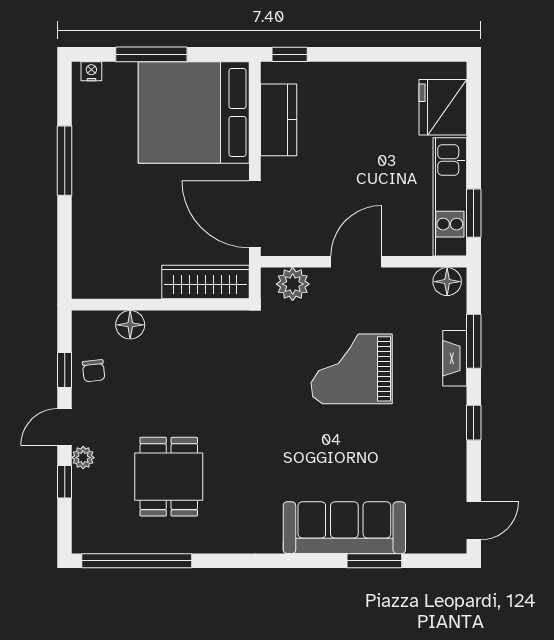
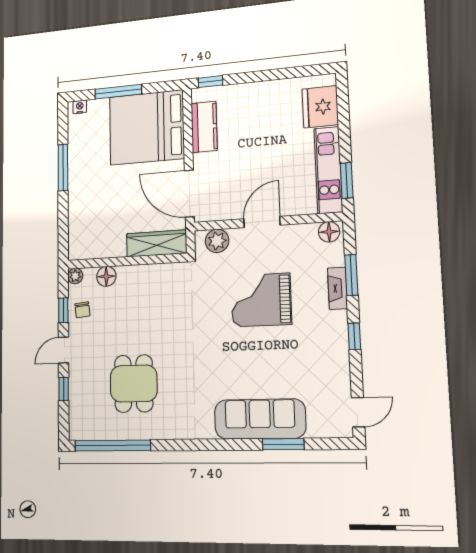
plant: (83, 458) -> (75, 276), moved

